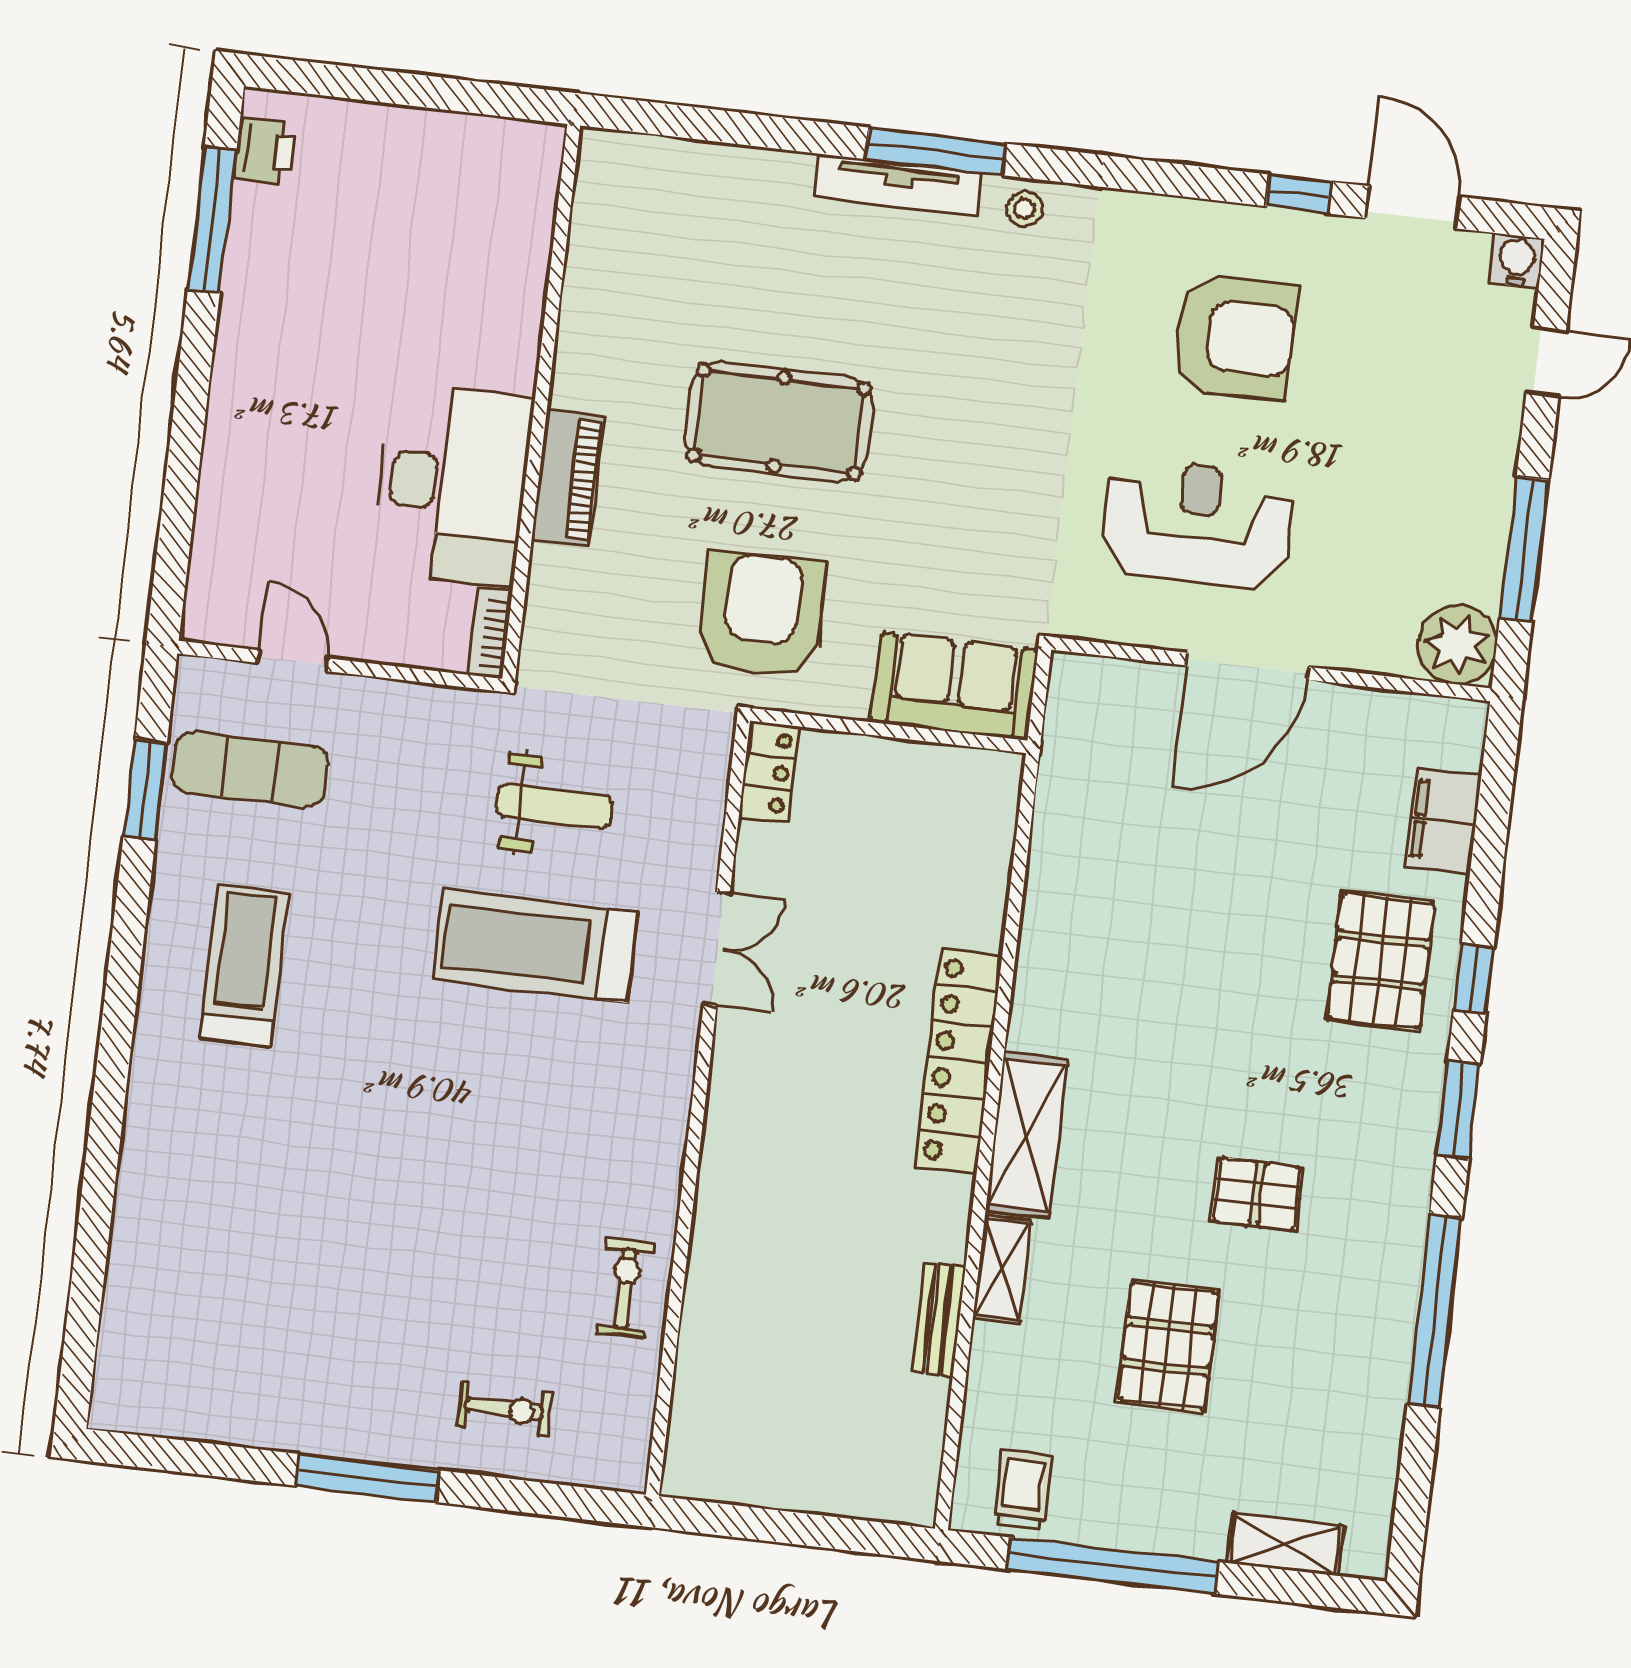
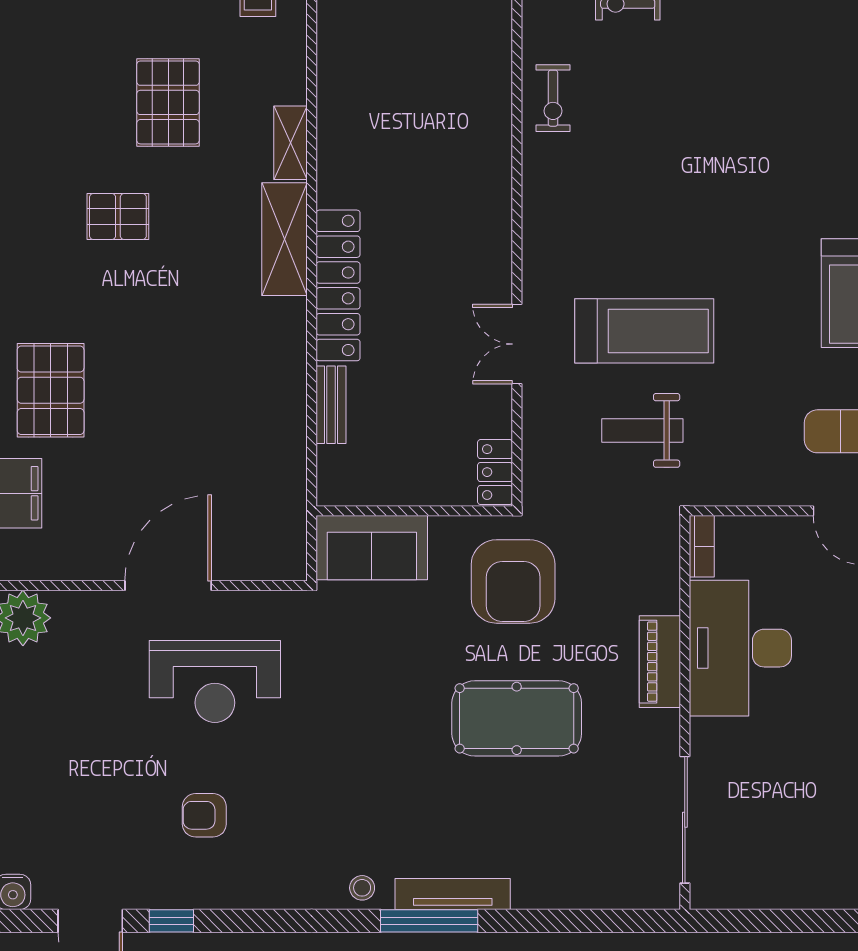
sliding door: (559, 251) -> (685, 820), added
armchair: (1235, 337) -> (204, 815), width x0.53, depth x0.53
bench: (938, 1319) -> (331, 405), moved

